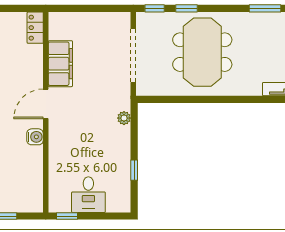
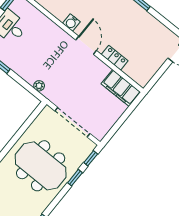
locker: (35, 28) -> (115, 58), moved
filing cabinet: (60, 64) -> (121, 88), moved

